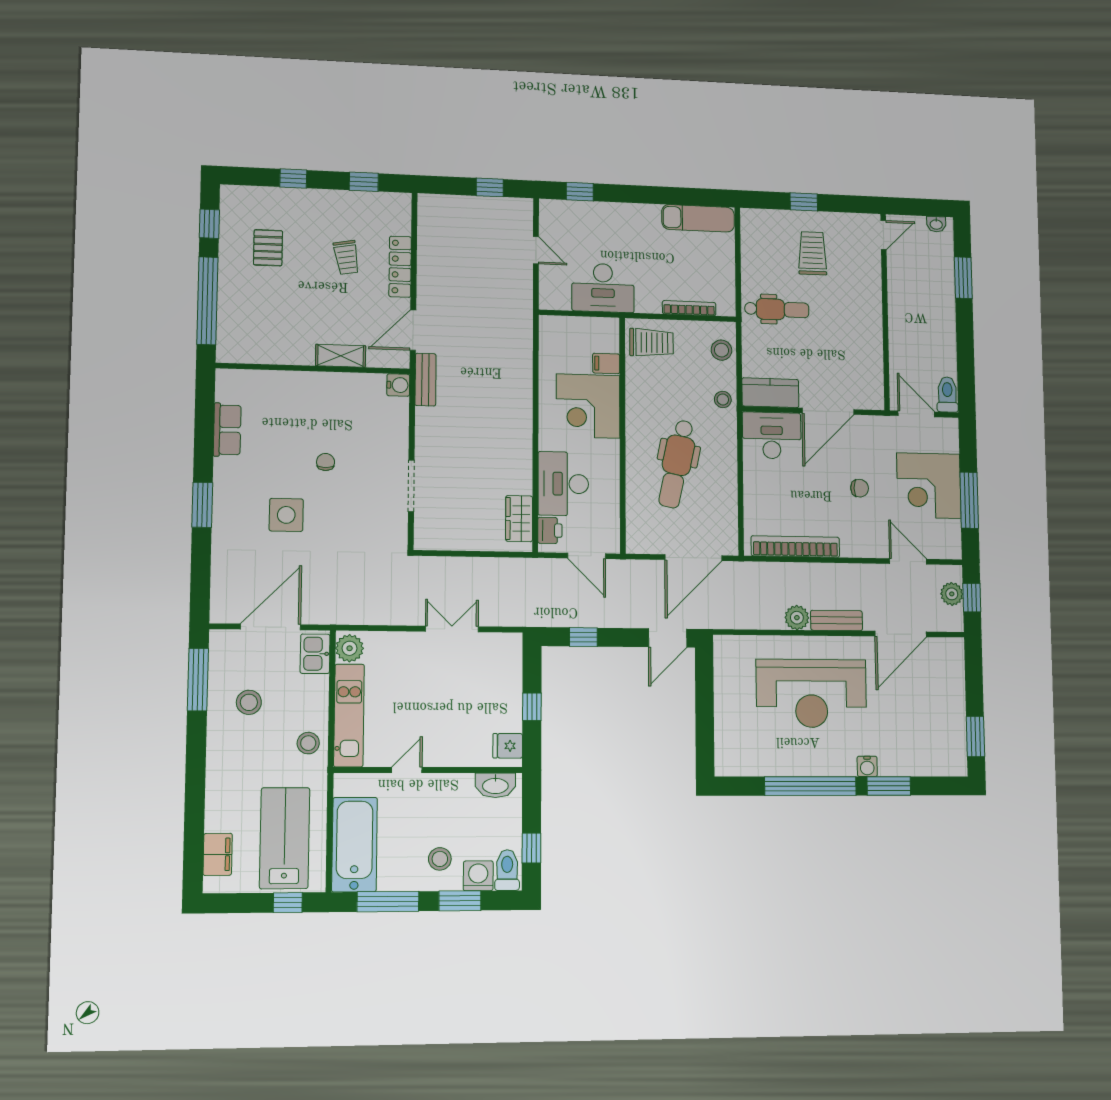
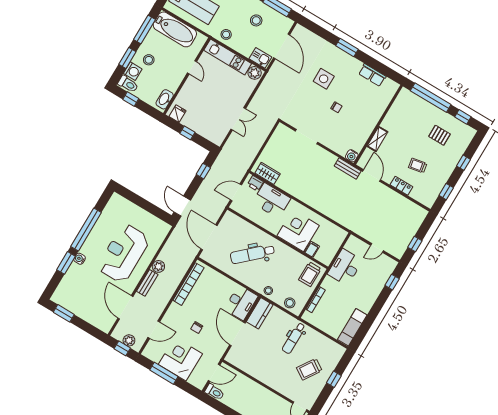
trolley: (812, 253) -> (309, 369), turned 123
locker: (400, 267) -> (401, 186), width x0.66
dental chair: (677, 464) -> (252, 254), turned -55

